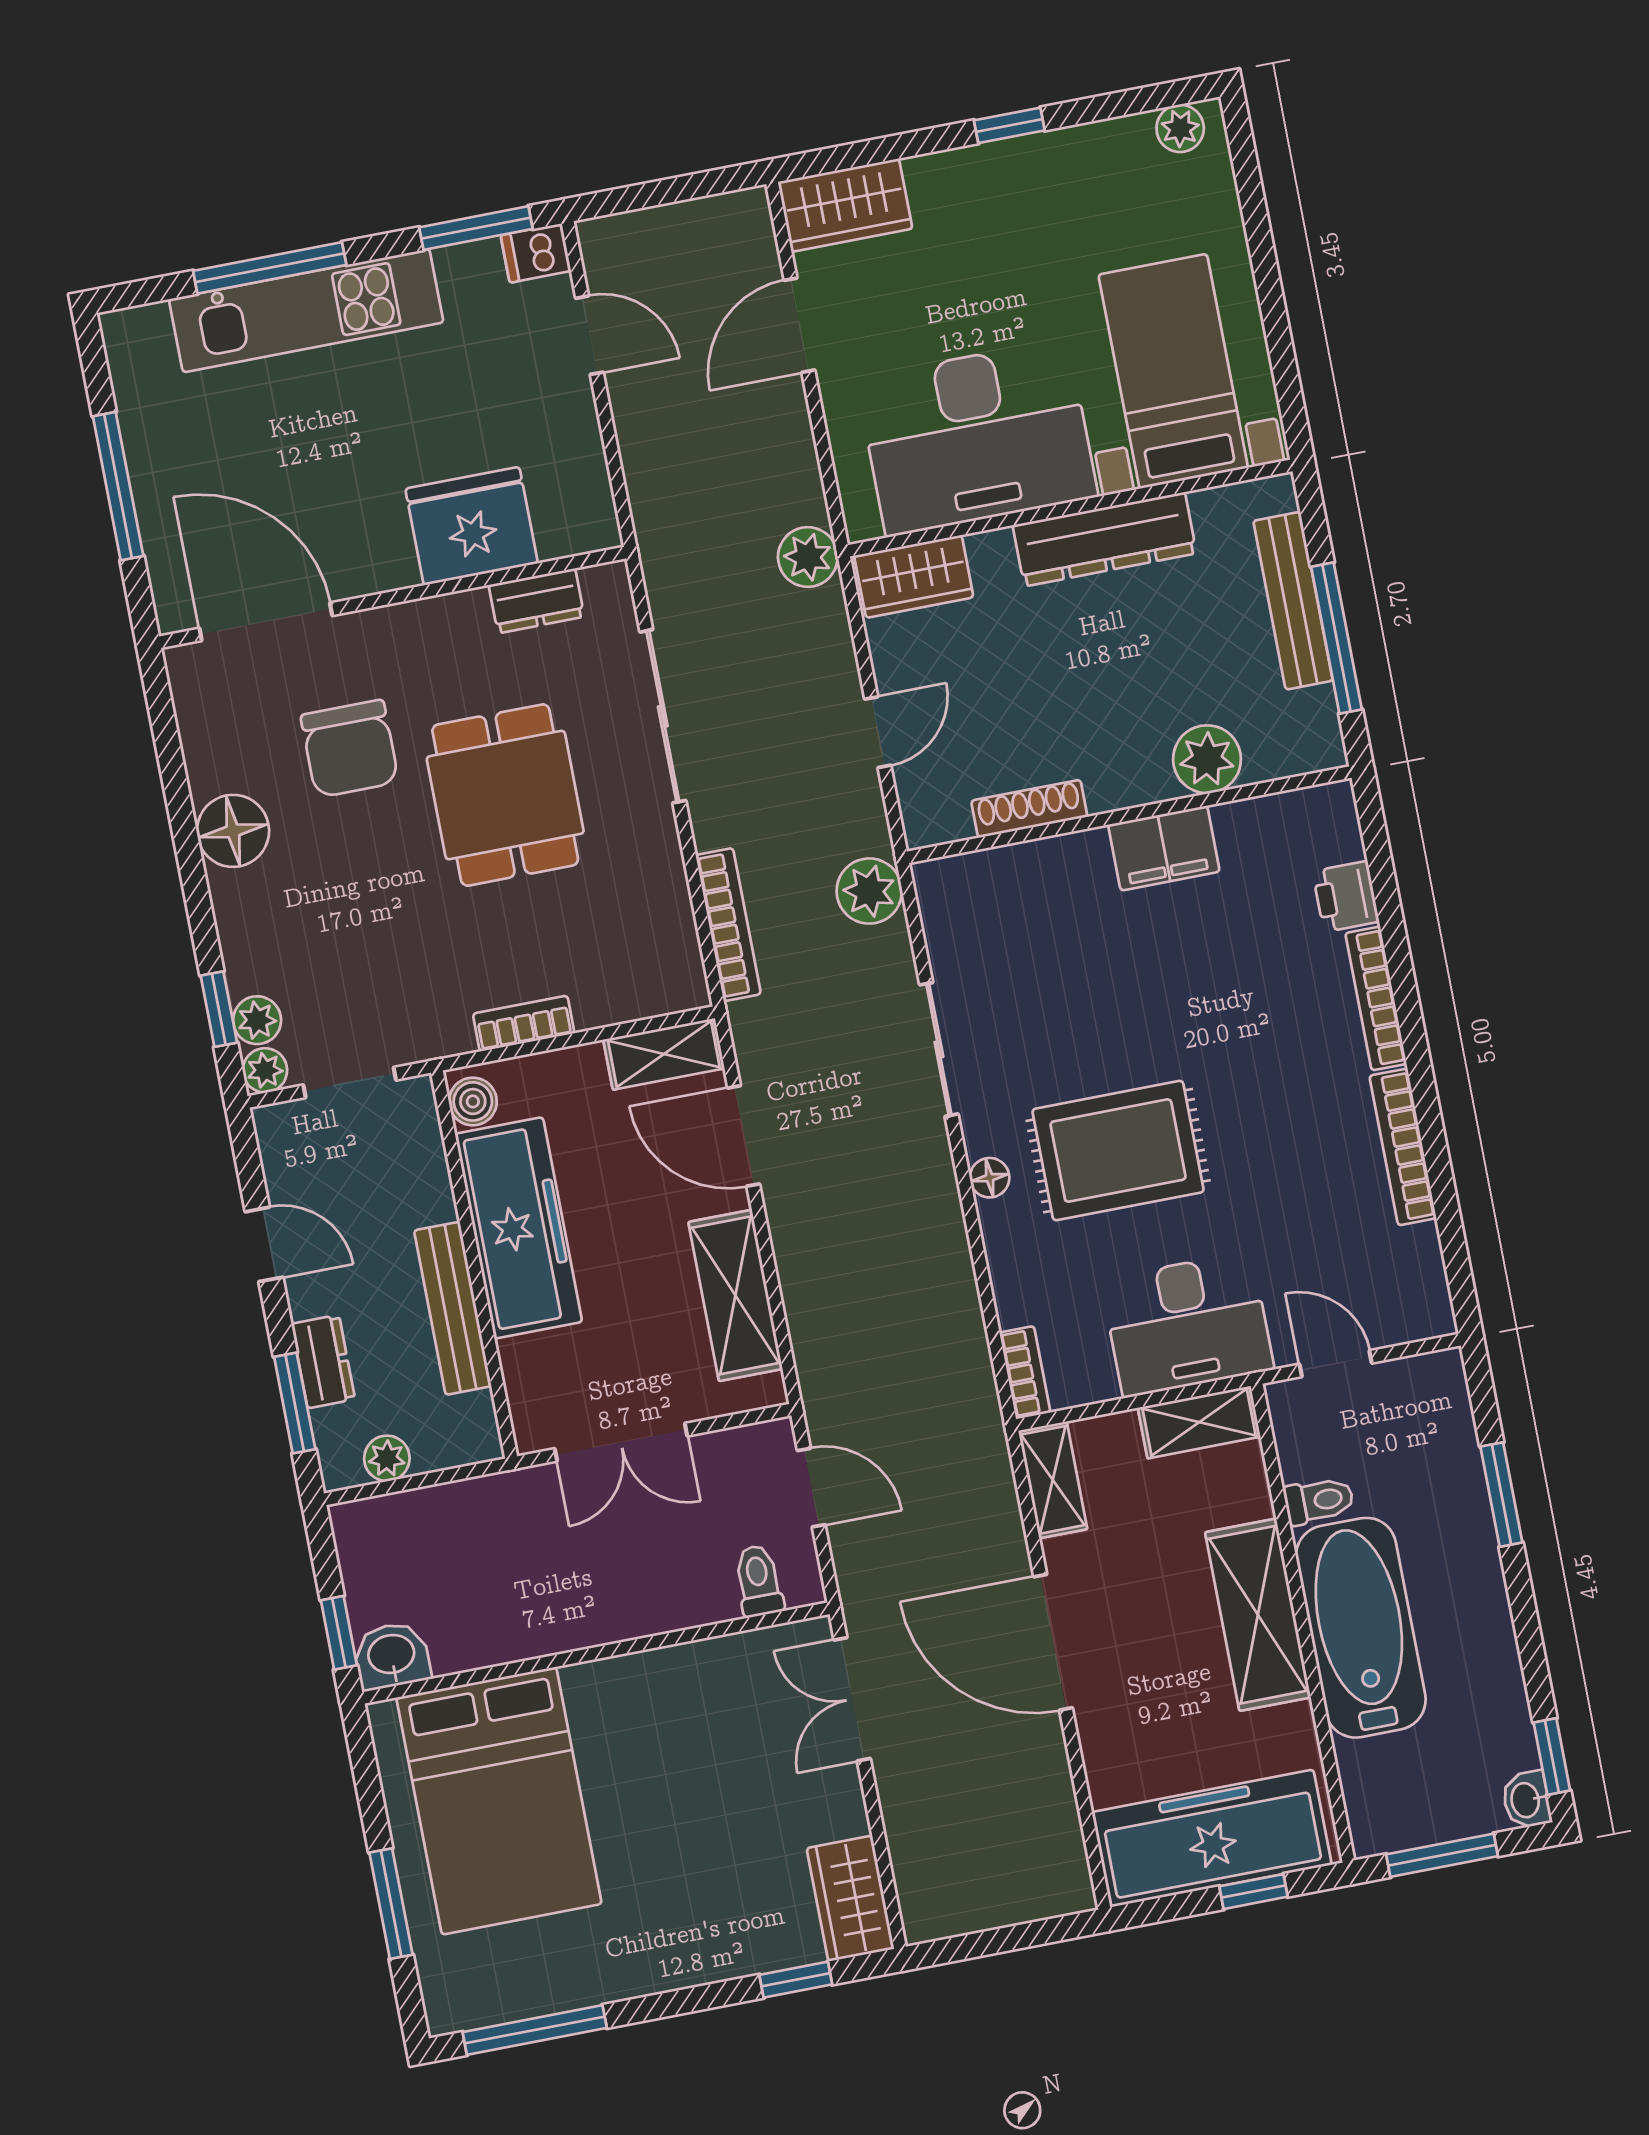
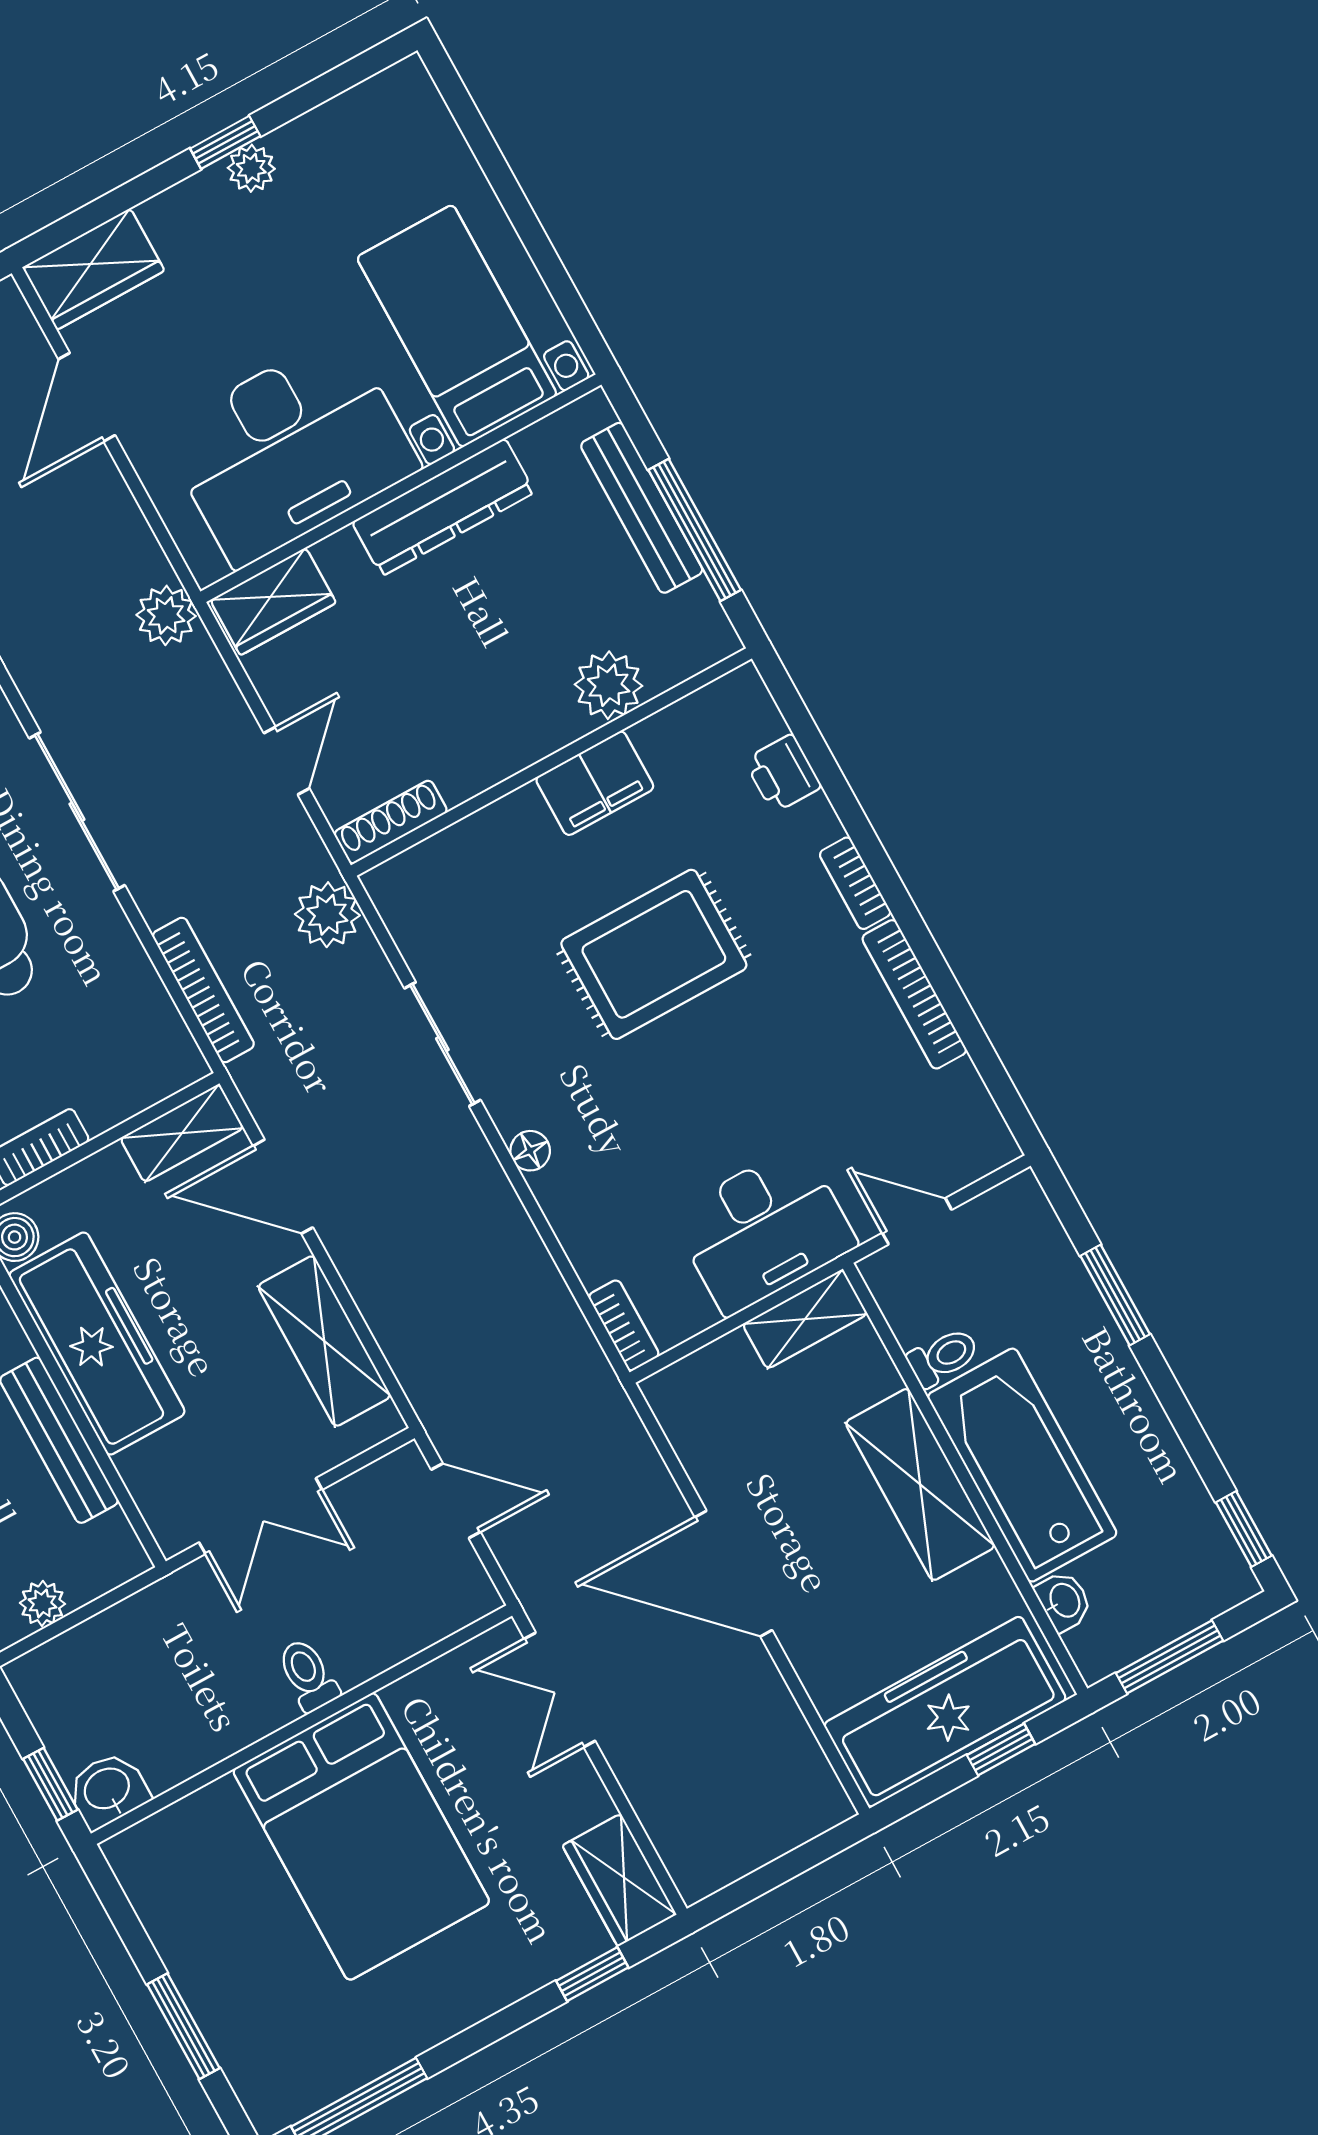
plant: (1180, 128) -> (251, 168), moved
shoe rack: (1029, 809) -> (391, 822), moved
bookcase: (1376, 998) -> (855, 883), width x0.64
rug: (1118, 1151) -> (654, 954), moved
shelving: (1053, 1480) -> (683, 1419), removed
toilet: (759, 1581) -> (308, 1675), moved
washbasin: (1526, 1800) -> (1064, 1601), moved, turned 180
bed: (499, 1801) -> (361, 1836), moved

